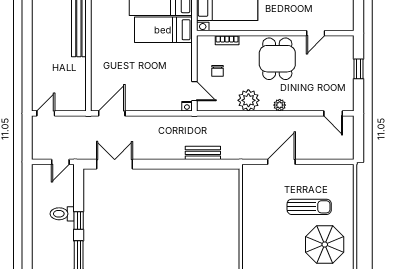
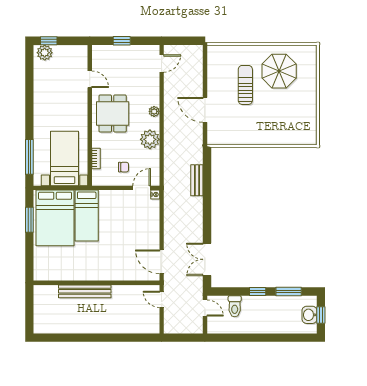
dining table: (277, 59) -> (113, 114), turned 90
door: (46, 113) -> (162, 299), moved
toilet: (62, 214) -> (235, 306), moved

